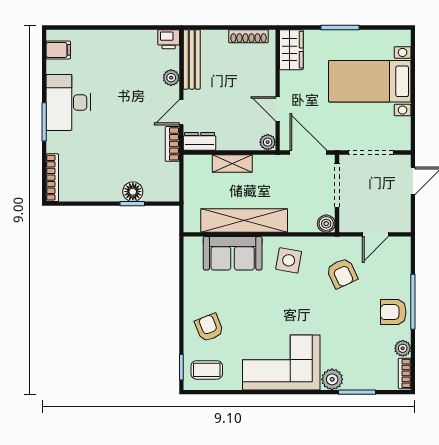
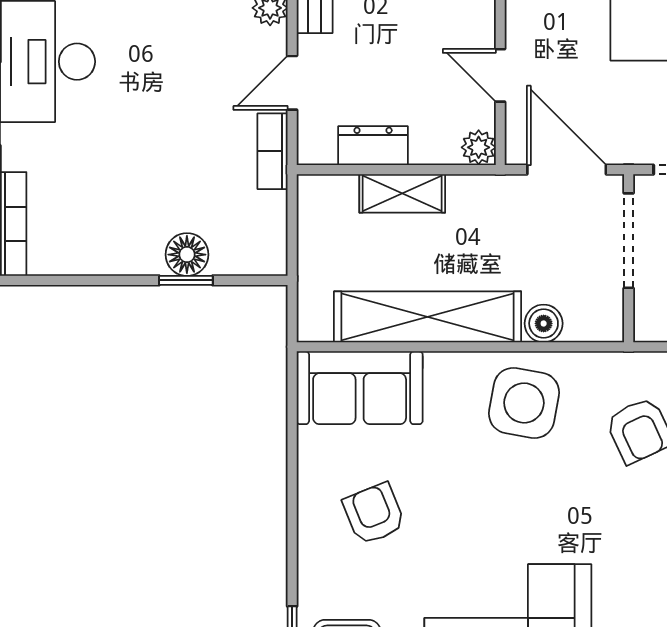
dresser: (200, 141) -> (373, 146), moved
boiler: (326, 224) -> (544, 323), moved
sofa: (233, 253) -> (360, 388), moved
side table: (289, 260) -> (524, 403), width x1.37, depth x1.37
armchair: (209, 328) -> (374, 514), moved

